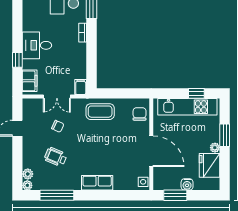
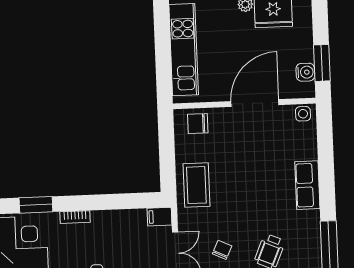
window: (196, 93) -> (162, 36), removed
water cooler: (187, 184) -> (305, 72), moved

